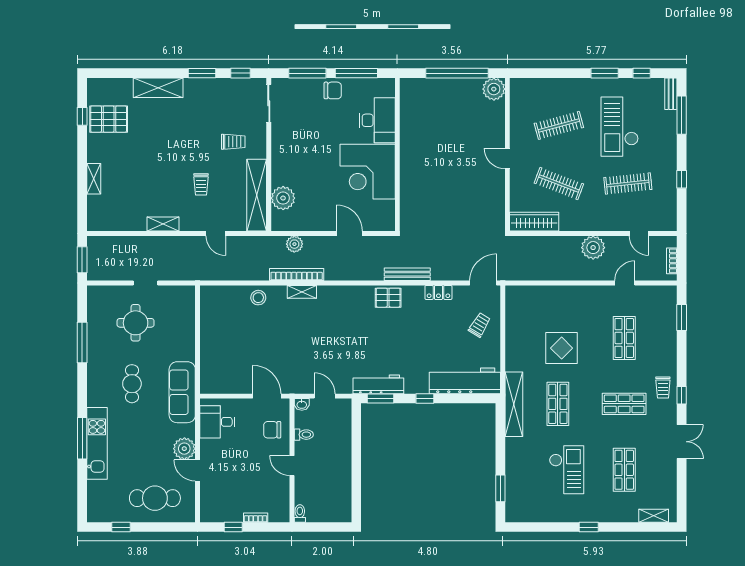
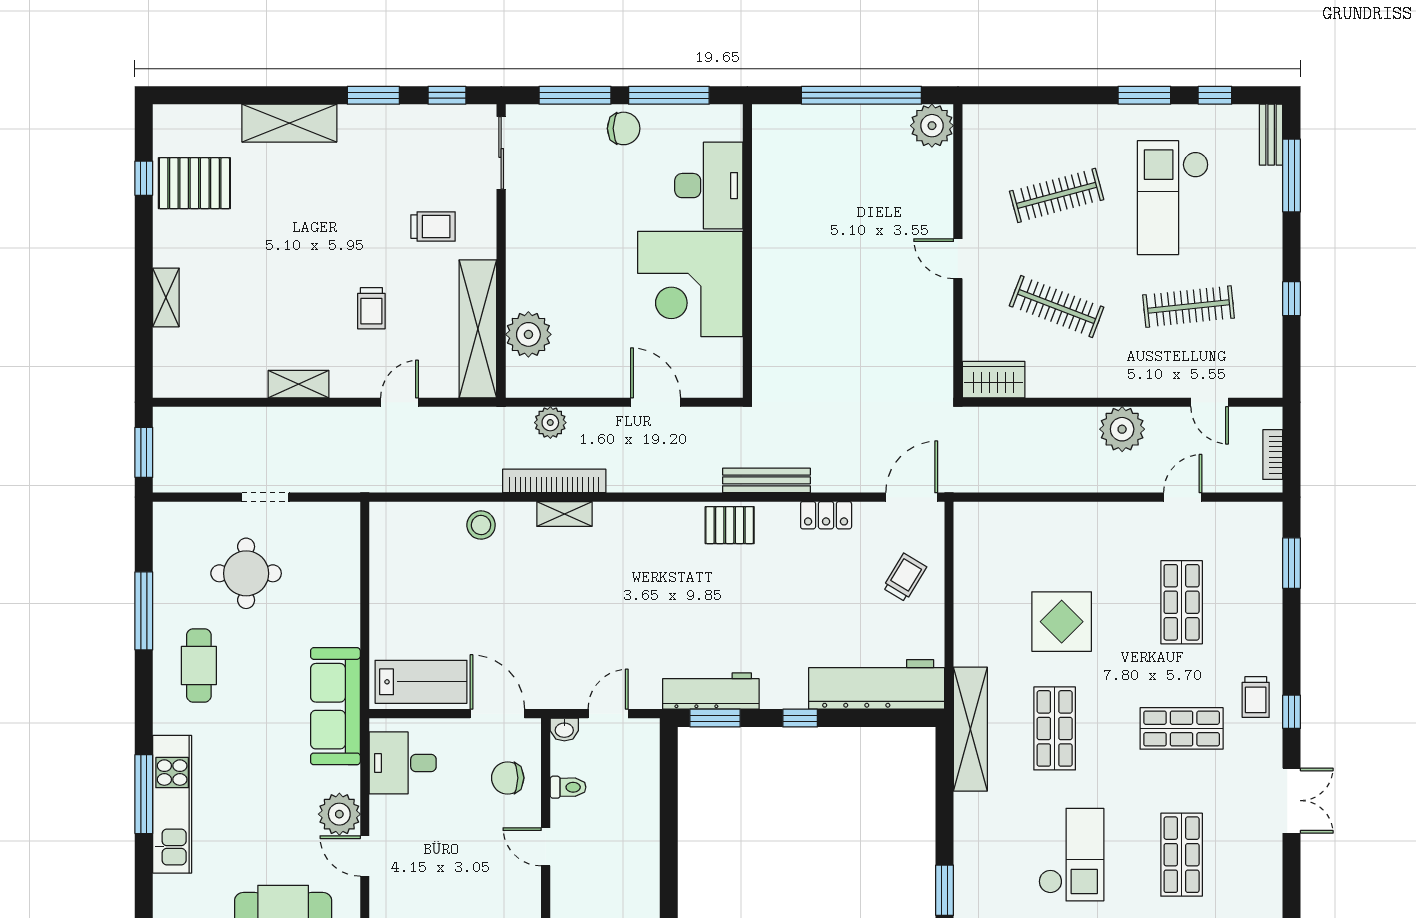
wardrobe: (534, 222) -> (994, 380), width x0.67
door: (216, 233) -> (400, 402), swing flipped
lab bench: (227, 379) -> (421, 682), added
cafe table: (132, 384) -> (199, 665), moved
door: (325, 396) -> (608, 714), hinge flipped

